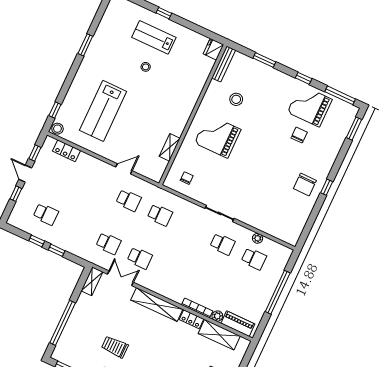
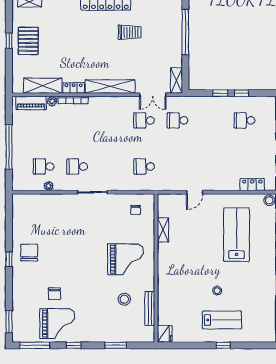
bench: (224, 64) -> (150, 308), moved
school desk: (129, 200) -> (177, 167), removed

